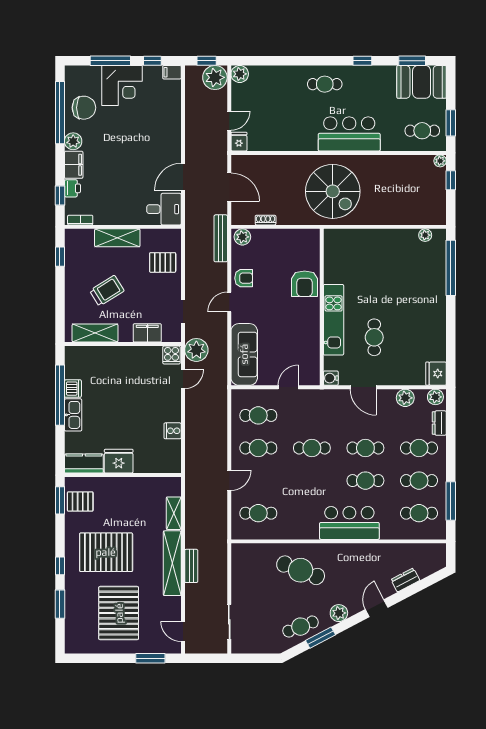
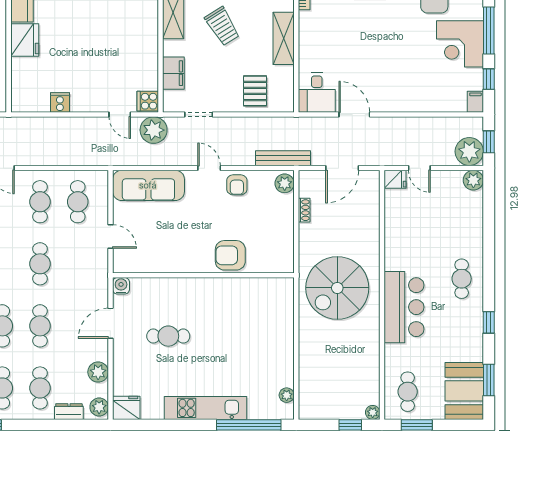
kitchen unit: (334, 320) -> (205, 408), moved, turned 180

